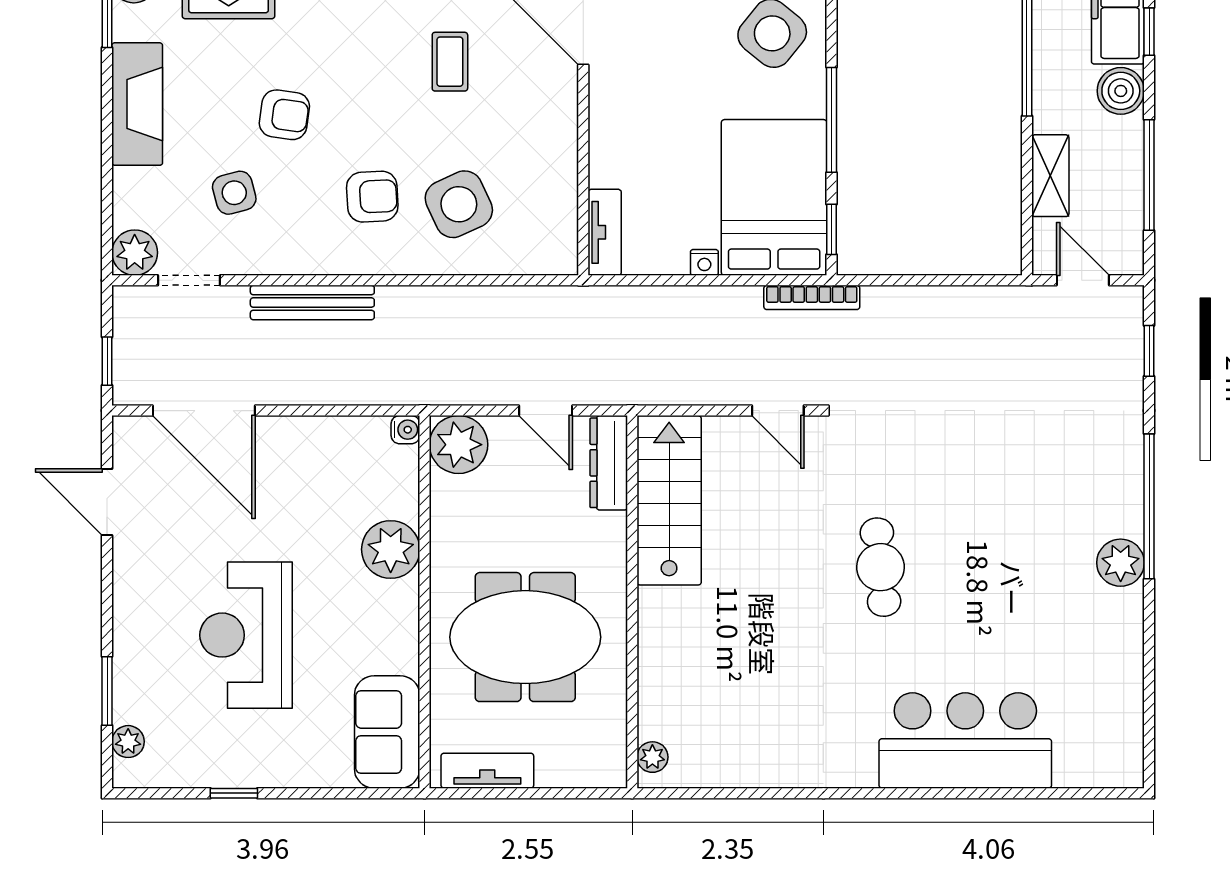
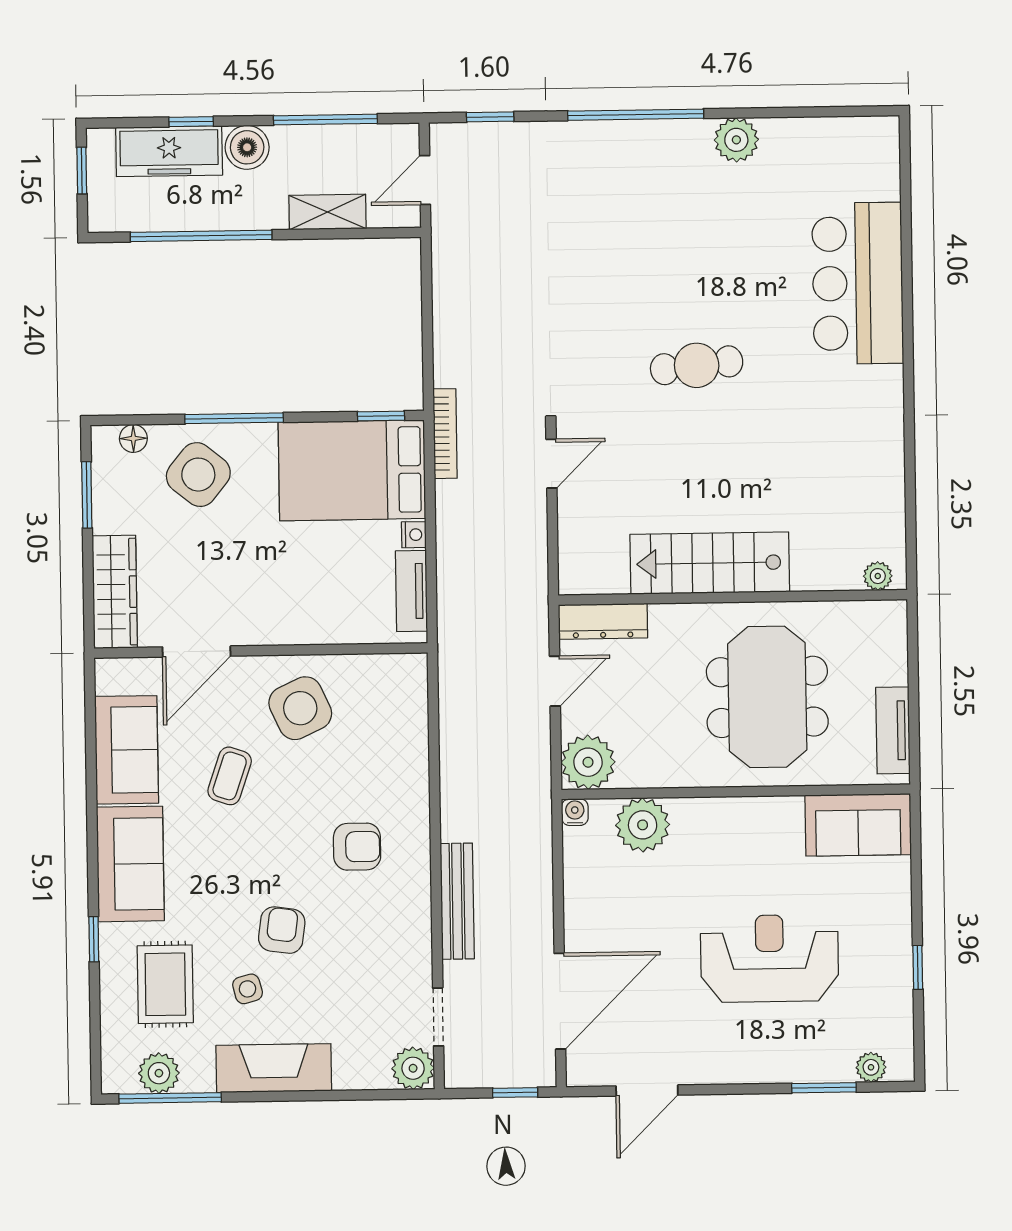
coffee table: (450, 62) -> (230, 776), turned -71
window: (832, 120) -> (234, 418), moved
side table: (234, 193) -> (248, 989), moved, width x0.73, depth x0.73
armchair: (372, 197) -> (357, 847), turned 93
side table: (459, 204) -> (300, 708), moved
tv unit: (605, 232) -> (411, 591), moved, turned -90
stairs: (669, 500) -> (710, 563), moved
plant: (391, 549) -> (643, 825), moved
plant: (1121, 563) -> (736, 140), moved
reception desk: (246, 635) -> (770, 958), turned 180

